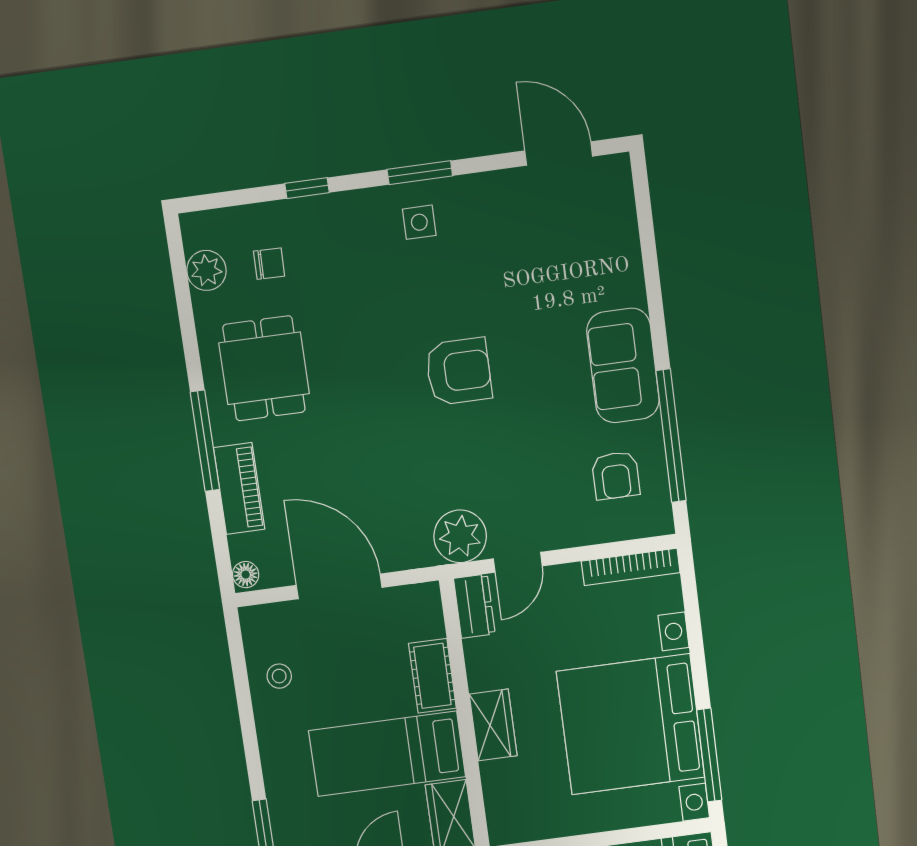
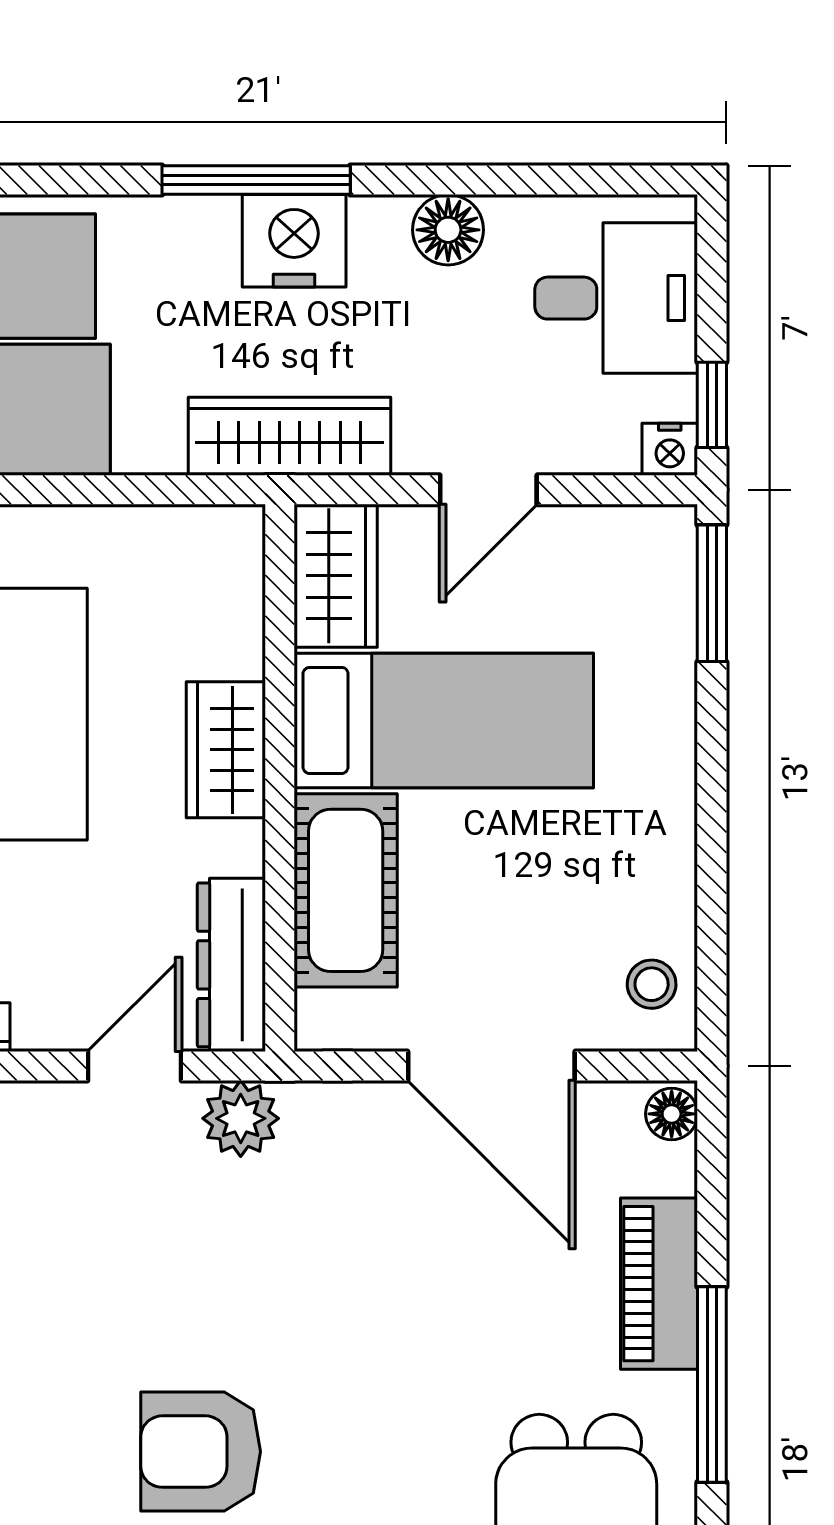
plant: (460, 536) -> (241, 1118), width x0.73, depth x0.73
dresser: (474, 606) -> (231, 965), width x1.44
stool: (279, 676) -> (652, 984), moved
cot: (432, 676) -> (346, 890), width x1.37, depth x1.34

